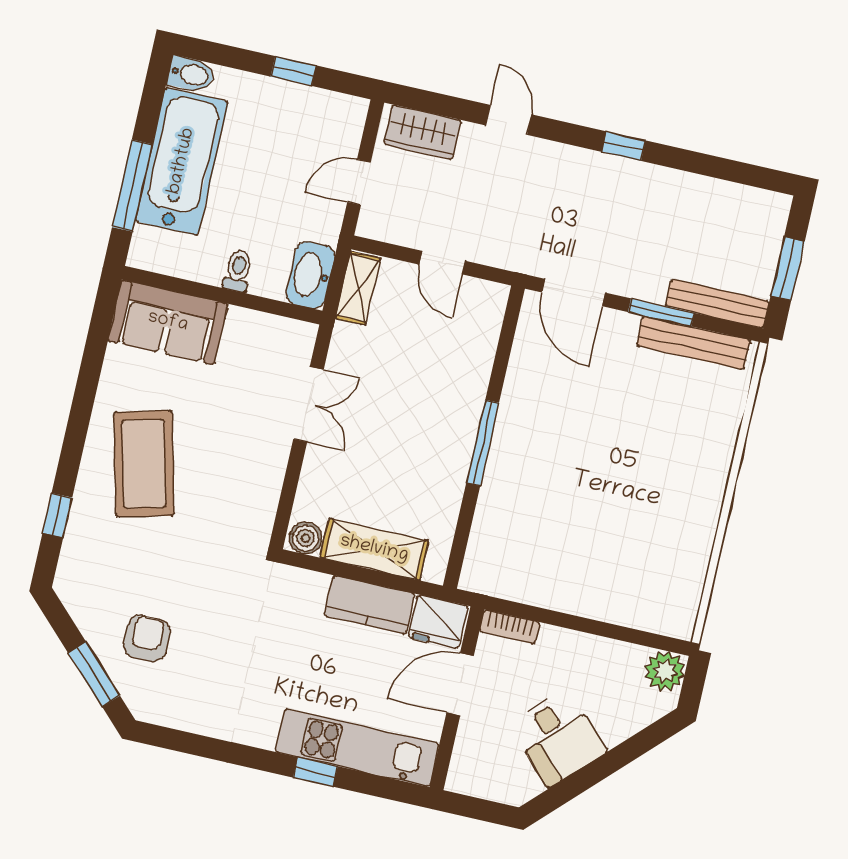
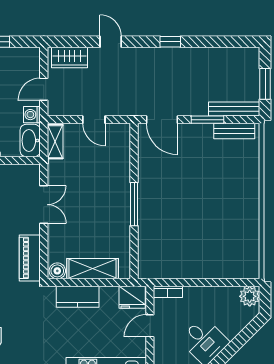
washing machine: (325, 226) -> (32, 115), added
bench: (693, 343) -> (234, 131), width x0.73
piano: (258, 501) -> (30, 258), added
kitchen counter: (370, 605) -> (78, 297), moved
door: (460, 684) -> (150, 326), width x0.73

